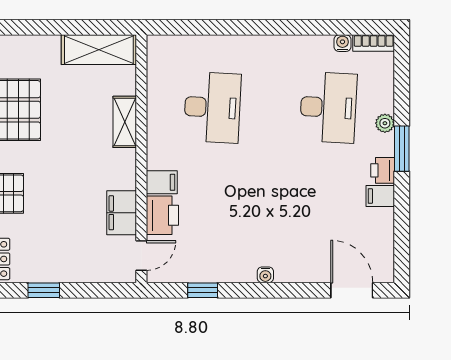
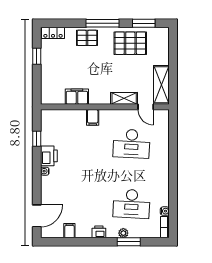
window: (402, 149) -> (129, 242), moved
filing cabinet: (380, 196) -> (69, 231), moved
printer: (162, 215) -> (49, 156), moved, turned -90
door: (141, 255) -> (146, 107), moved

